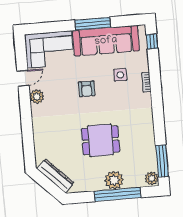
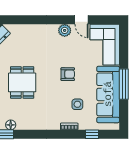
window: (152, 41) -> (92, 134), moved
armchair: (87, 89) -> (68, 74), turned 180
floor lamp: (150, 149) -> (11, 125), added

